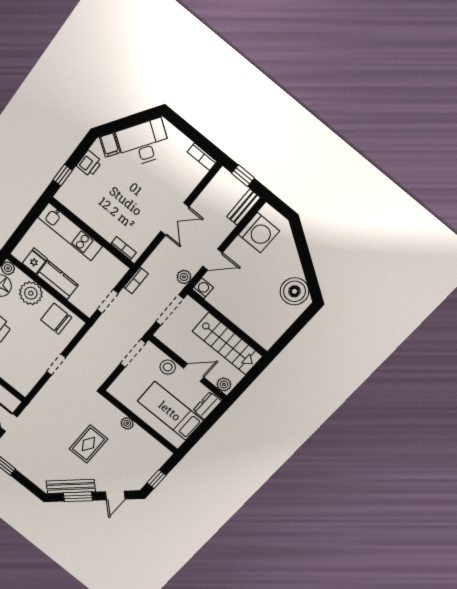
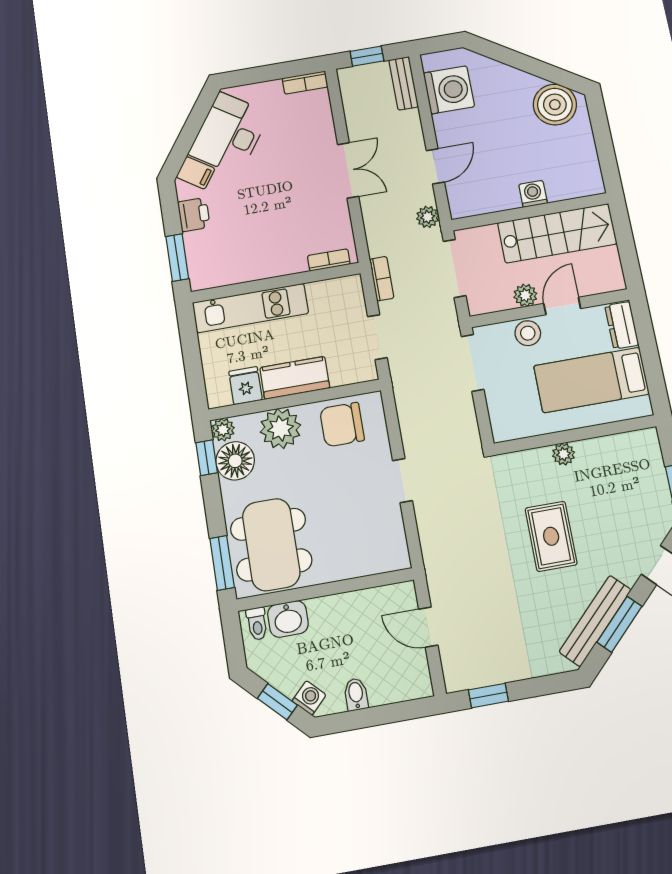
window: (63, 175) -> (177, 258), width x1.50
washing machine: (203, 288) -> (533, 194), moved
plant: (224, 384) -> (525, 295), moved

